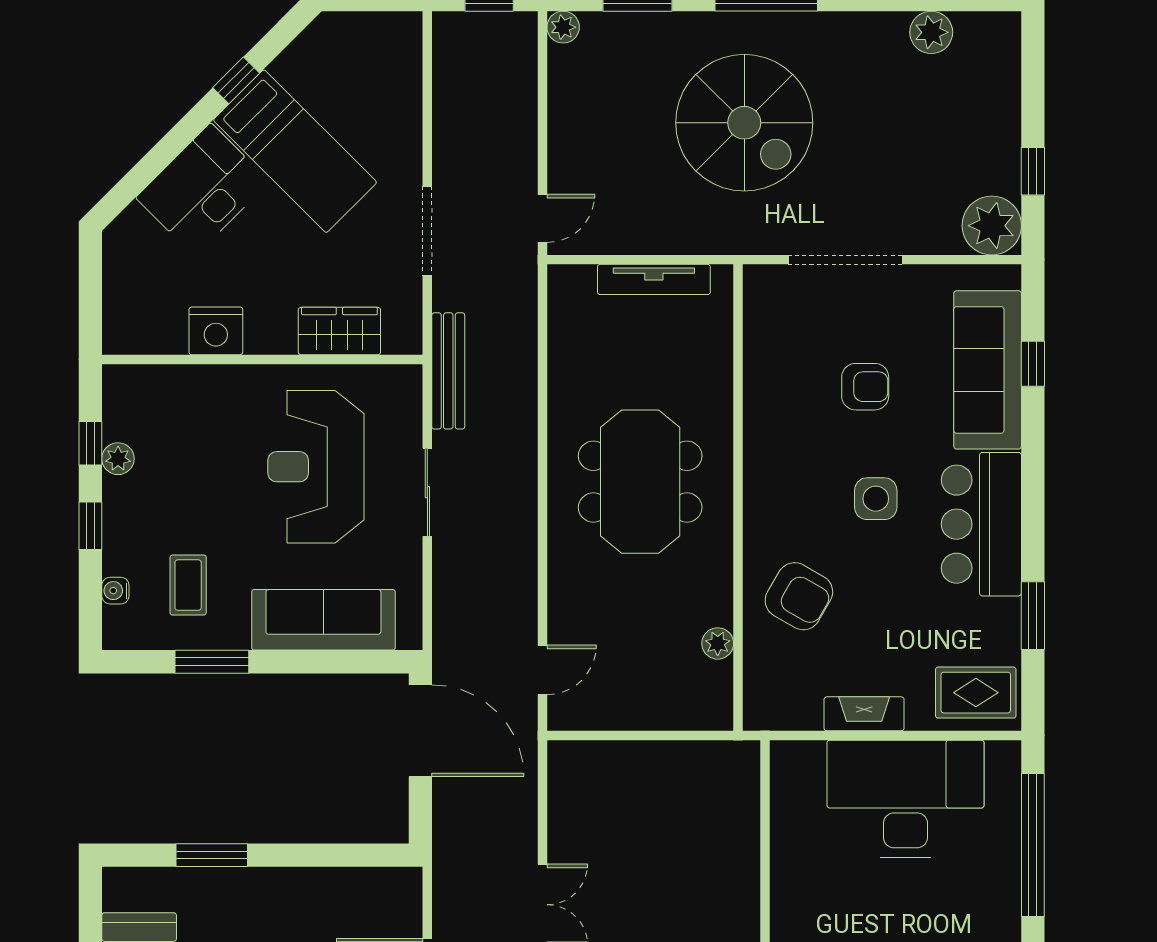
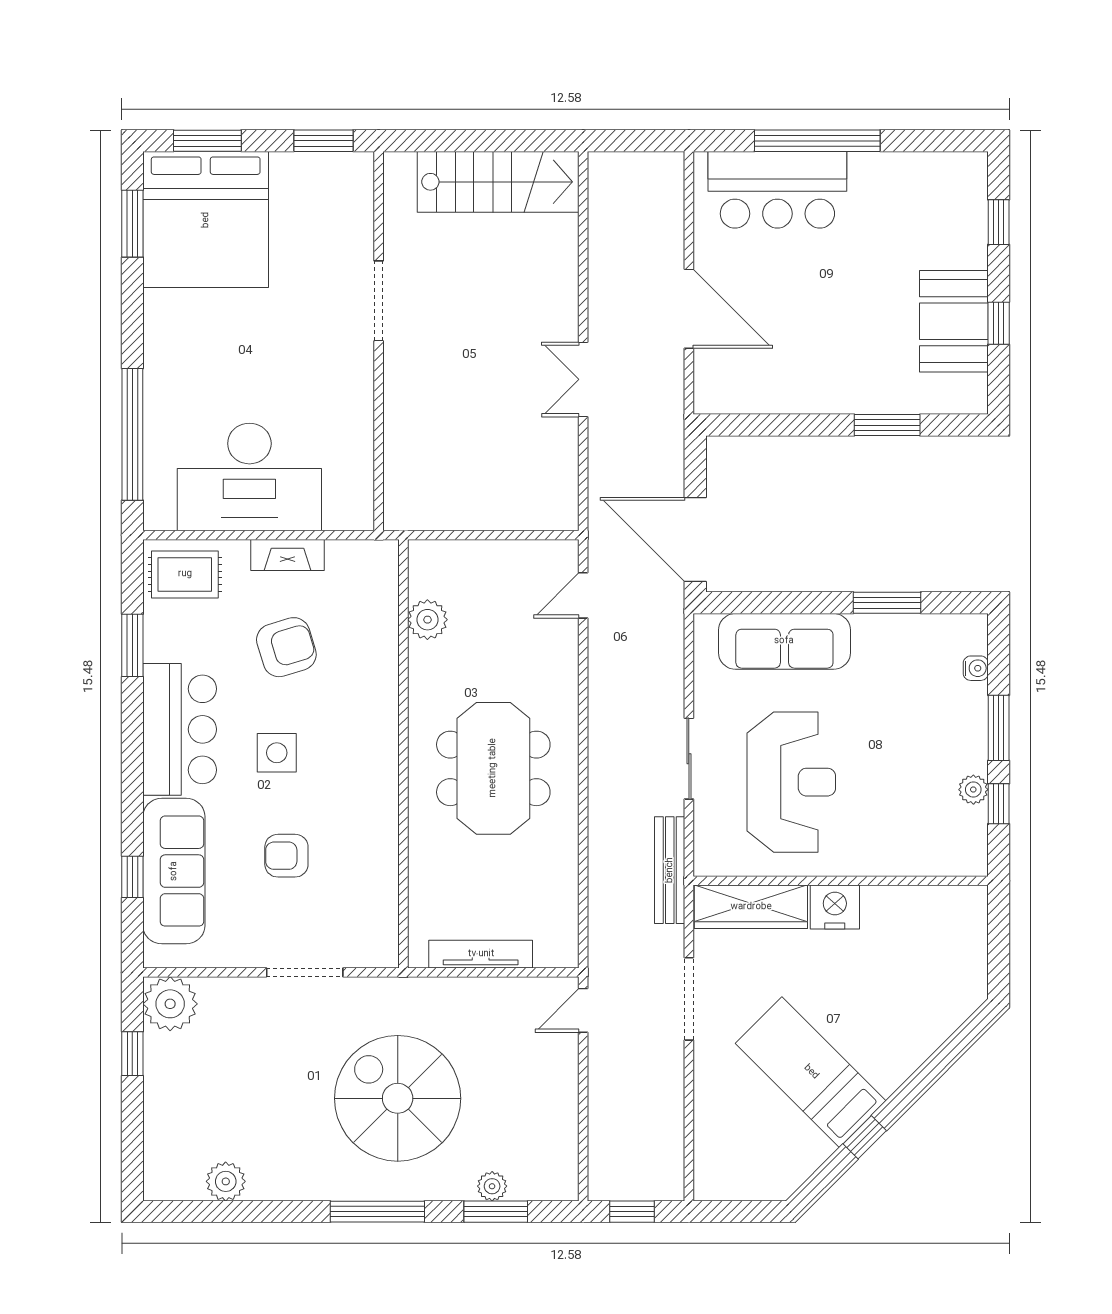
plant: (563, 27) -> (492, 1186), moved
desk: (203, 190) -> (896, 1037), removed
doorway: (845, 260) -> (305, 972), width x0.73
nightstand: (216, 331) -> (835, 907), moved
wardrobe: (339, 331) -> (751, 907), width x1.50
window: (90, 526) -> (999, 728), width x1.50
coffee table: (188, 585) -> (909, 673), removed
armchair: (799, 596) -> (286, 647), moved, turned 133
plant: (718, 643) -> (427, 620), width x1.38, depth x1.38

